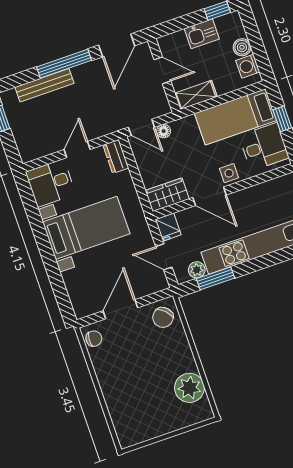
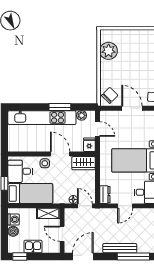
window: (64, 64) -> (133, 256), moved
bench: (44, 85) -> (120, 248), moved
window: (216, 278) -> (60, 107), moved
door: (120, 309) -> (132, 108), swing flipped

